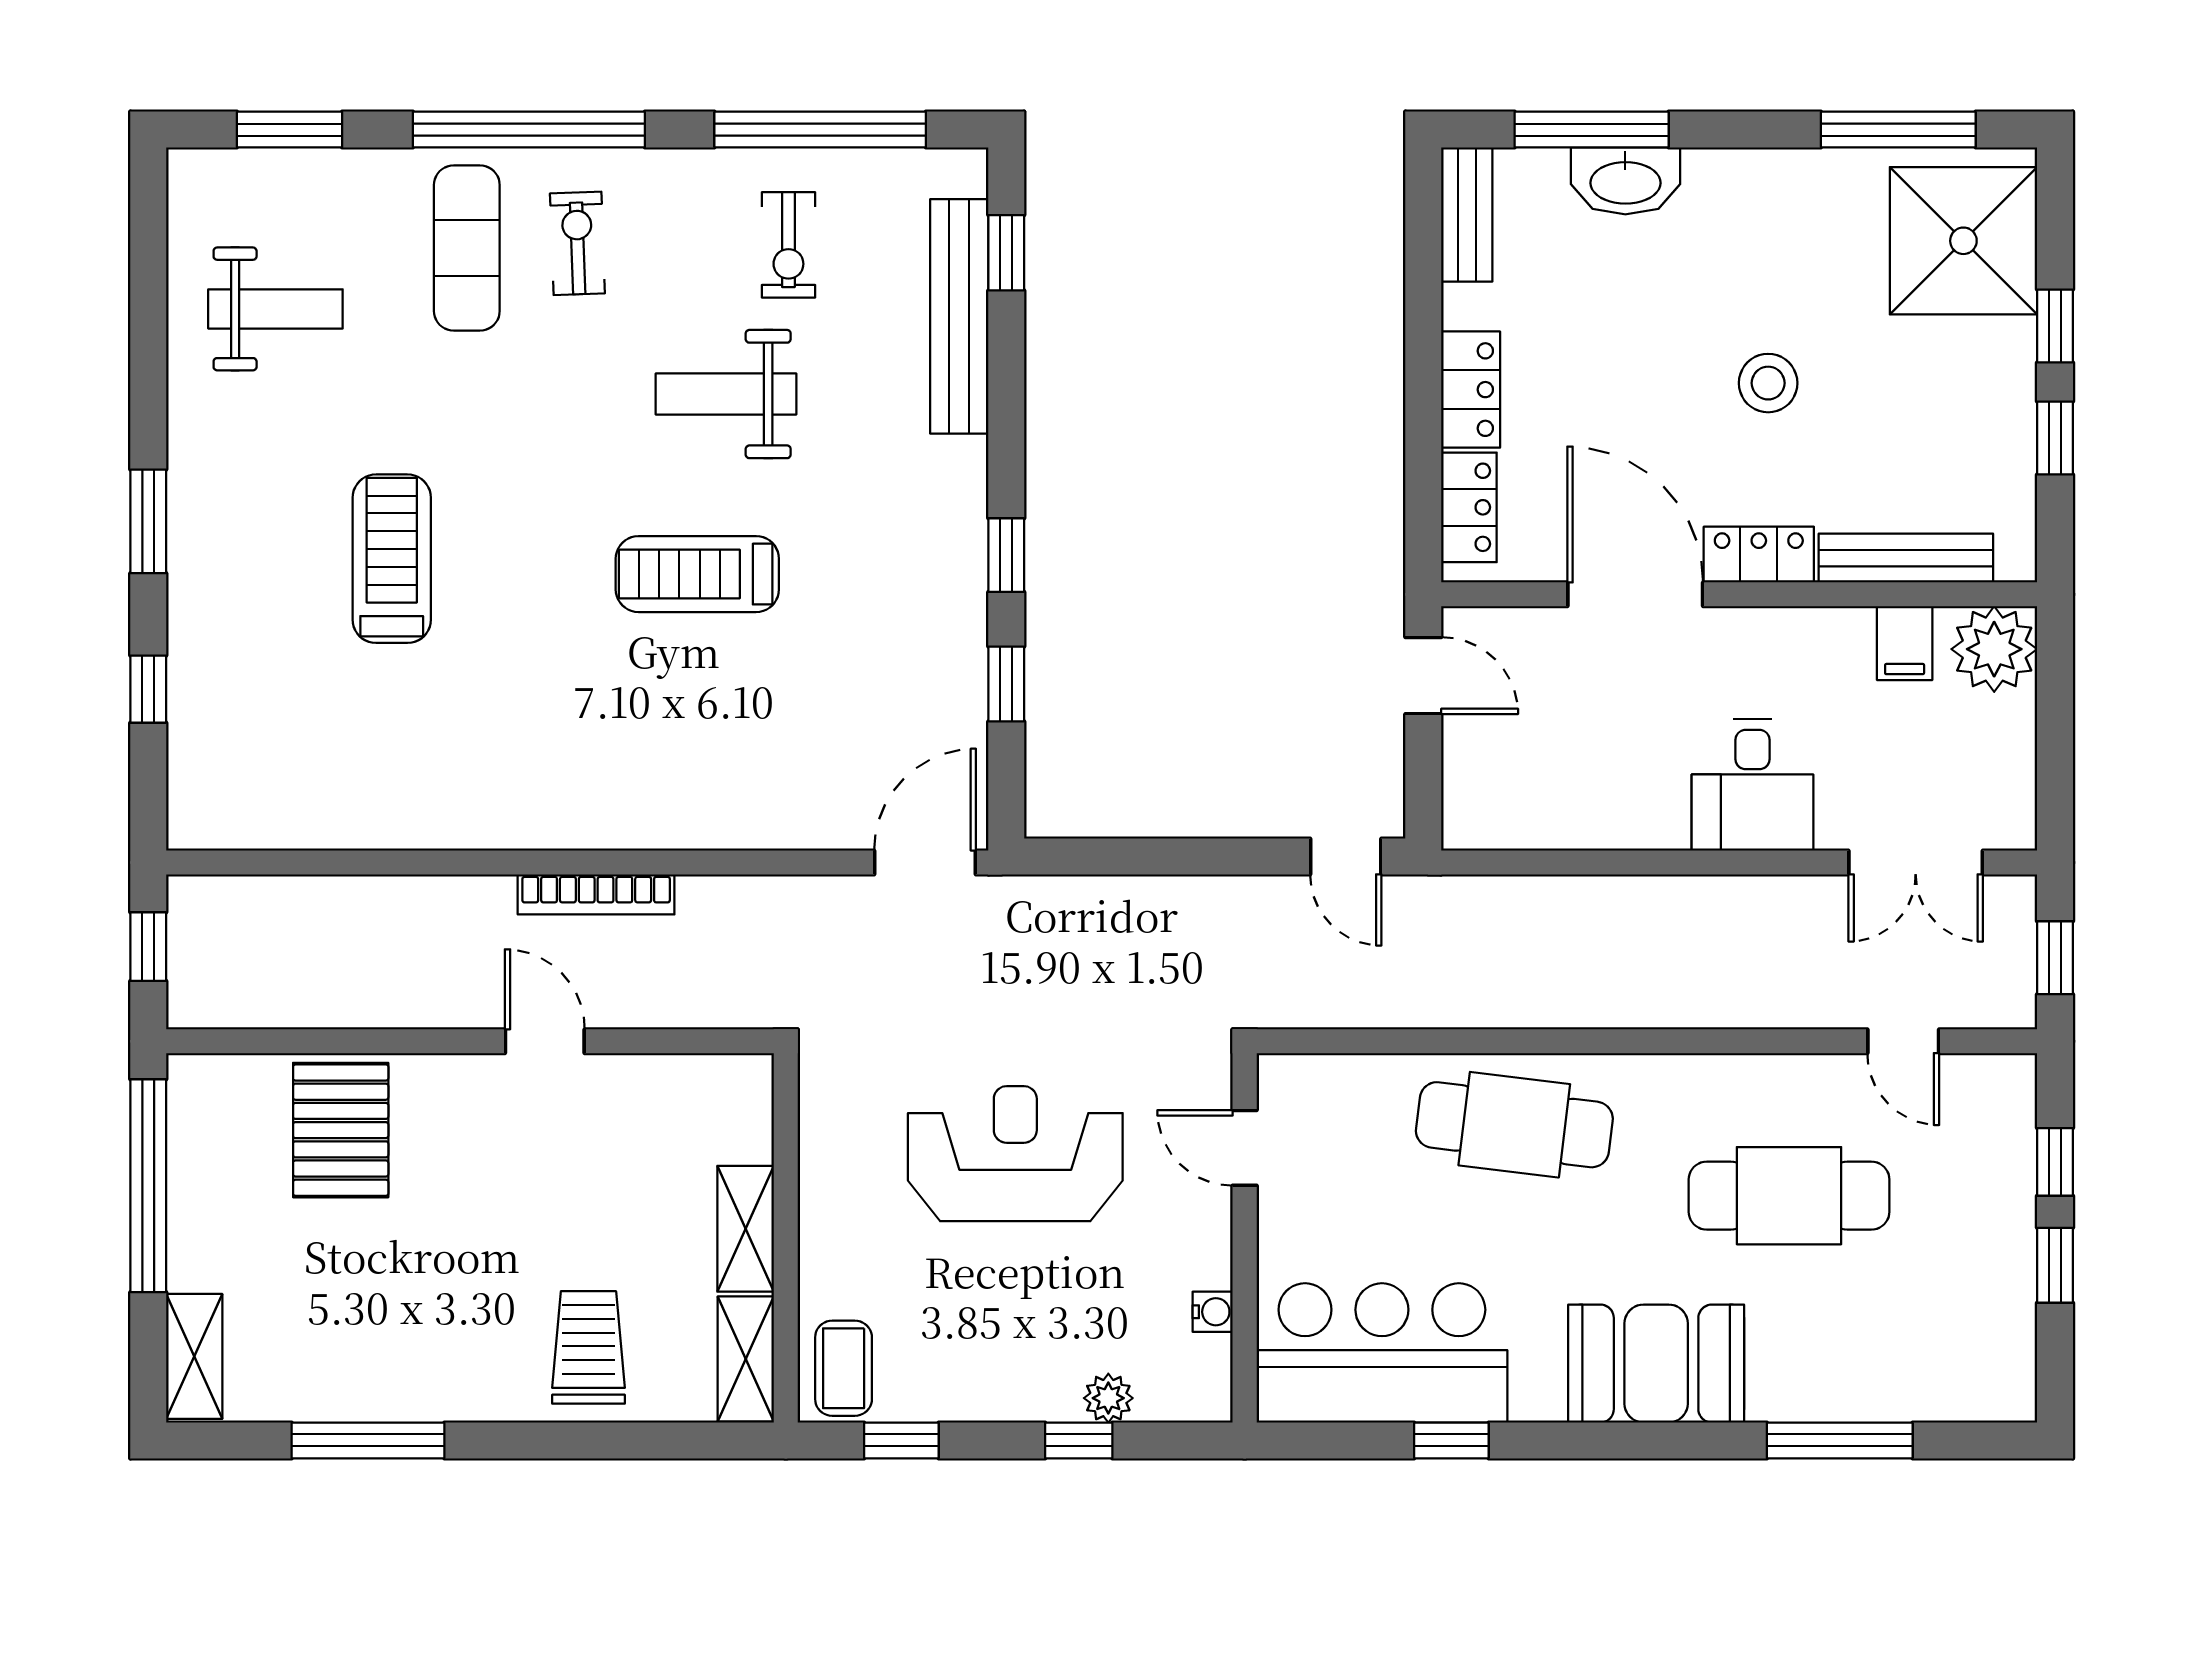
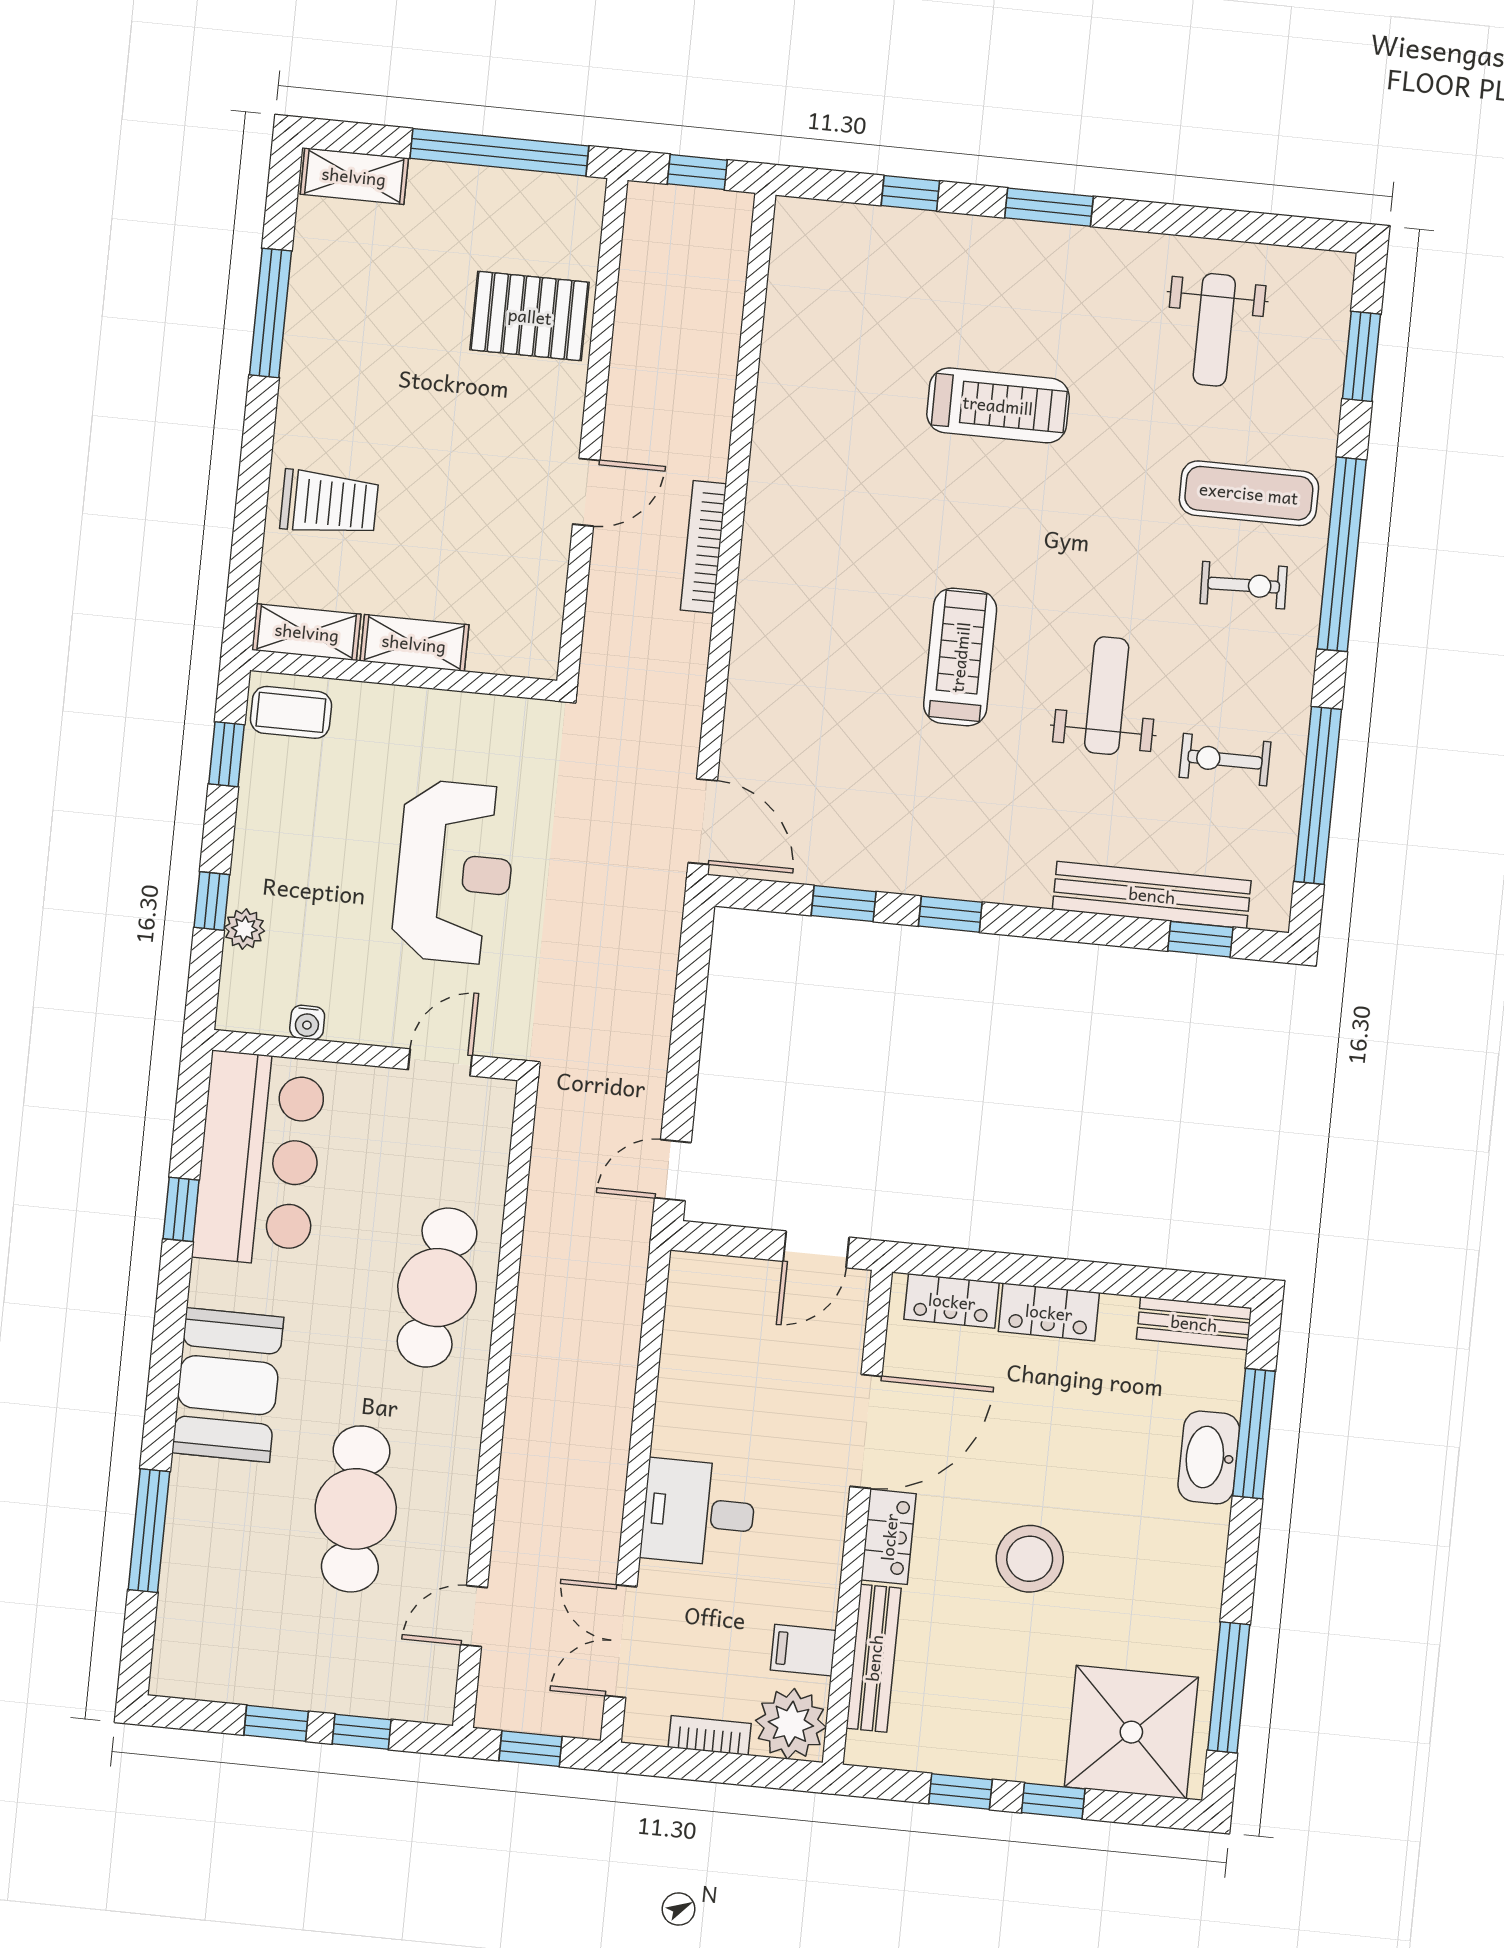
stool: (1768, 383) -> (1030, 1559), width x1.38, depth x1.38
bookcase: (2018, 745) -> (710, 1735), added

